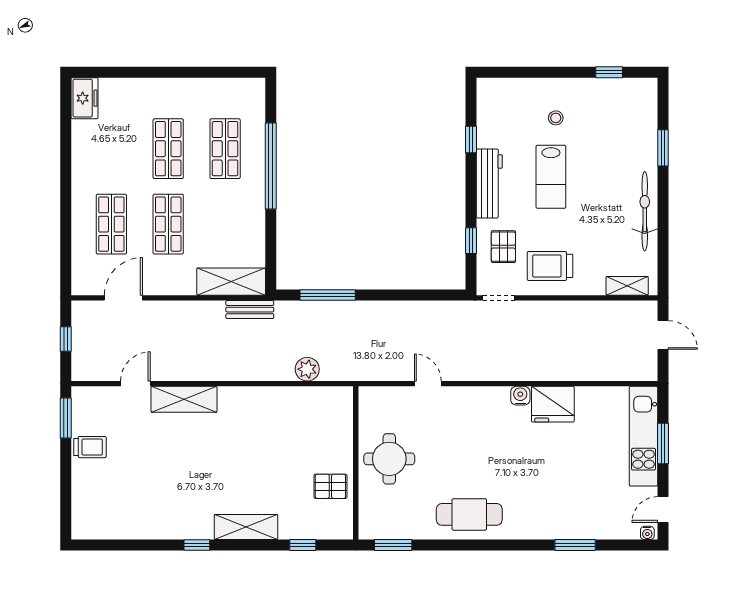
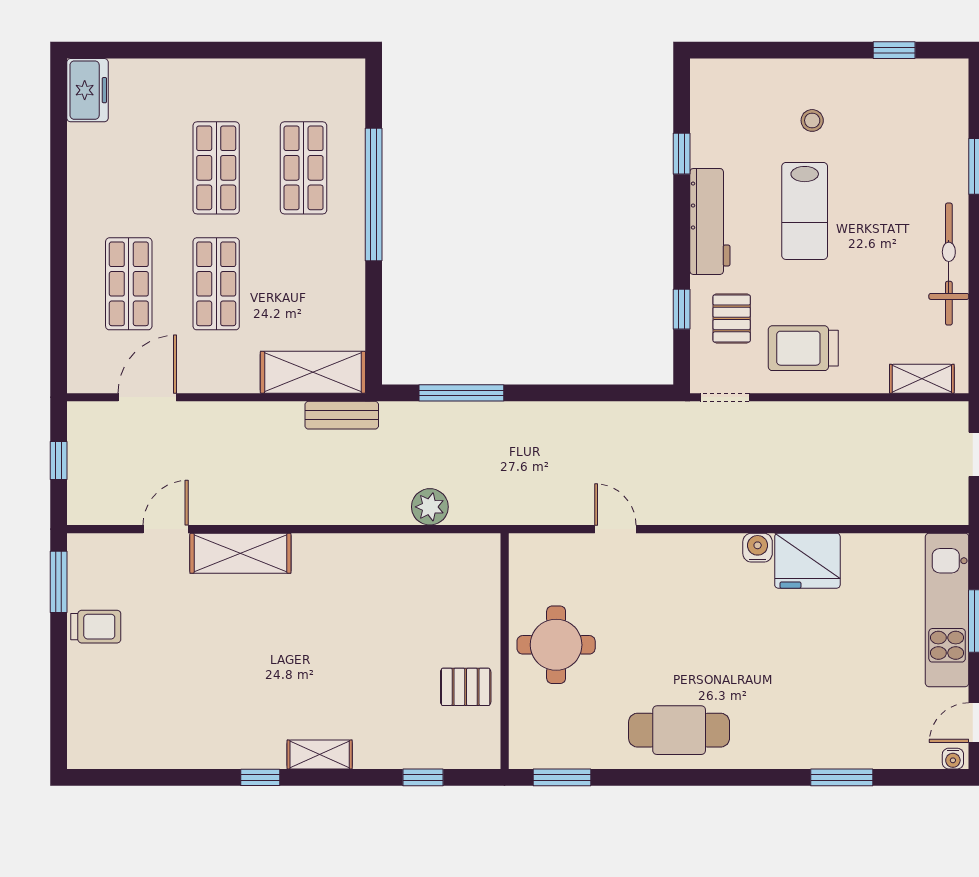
shelving: (246, 527) -> (320, 754), width x0.67, depth x0.75

